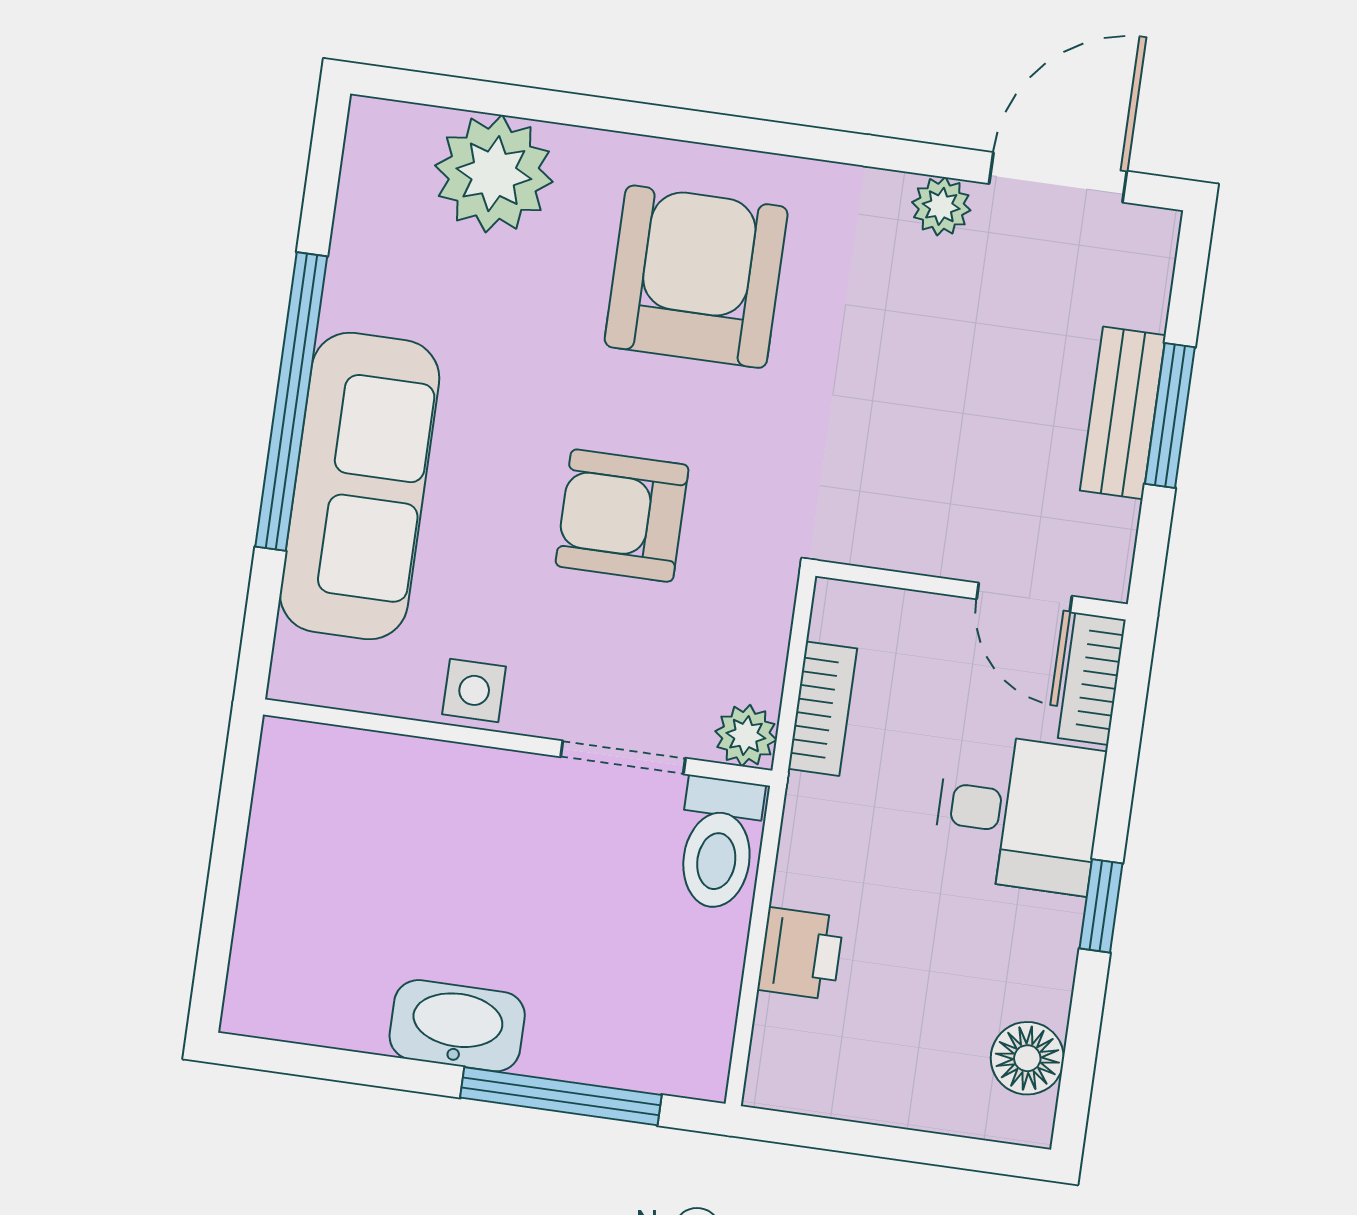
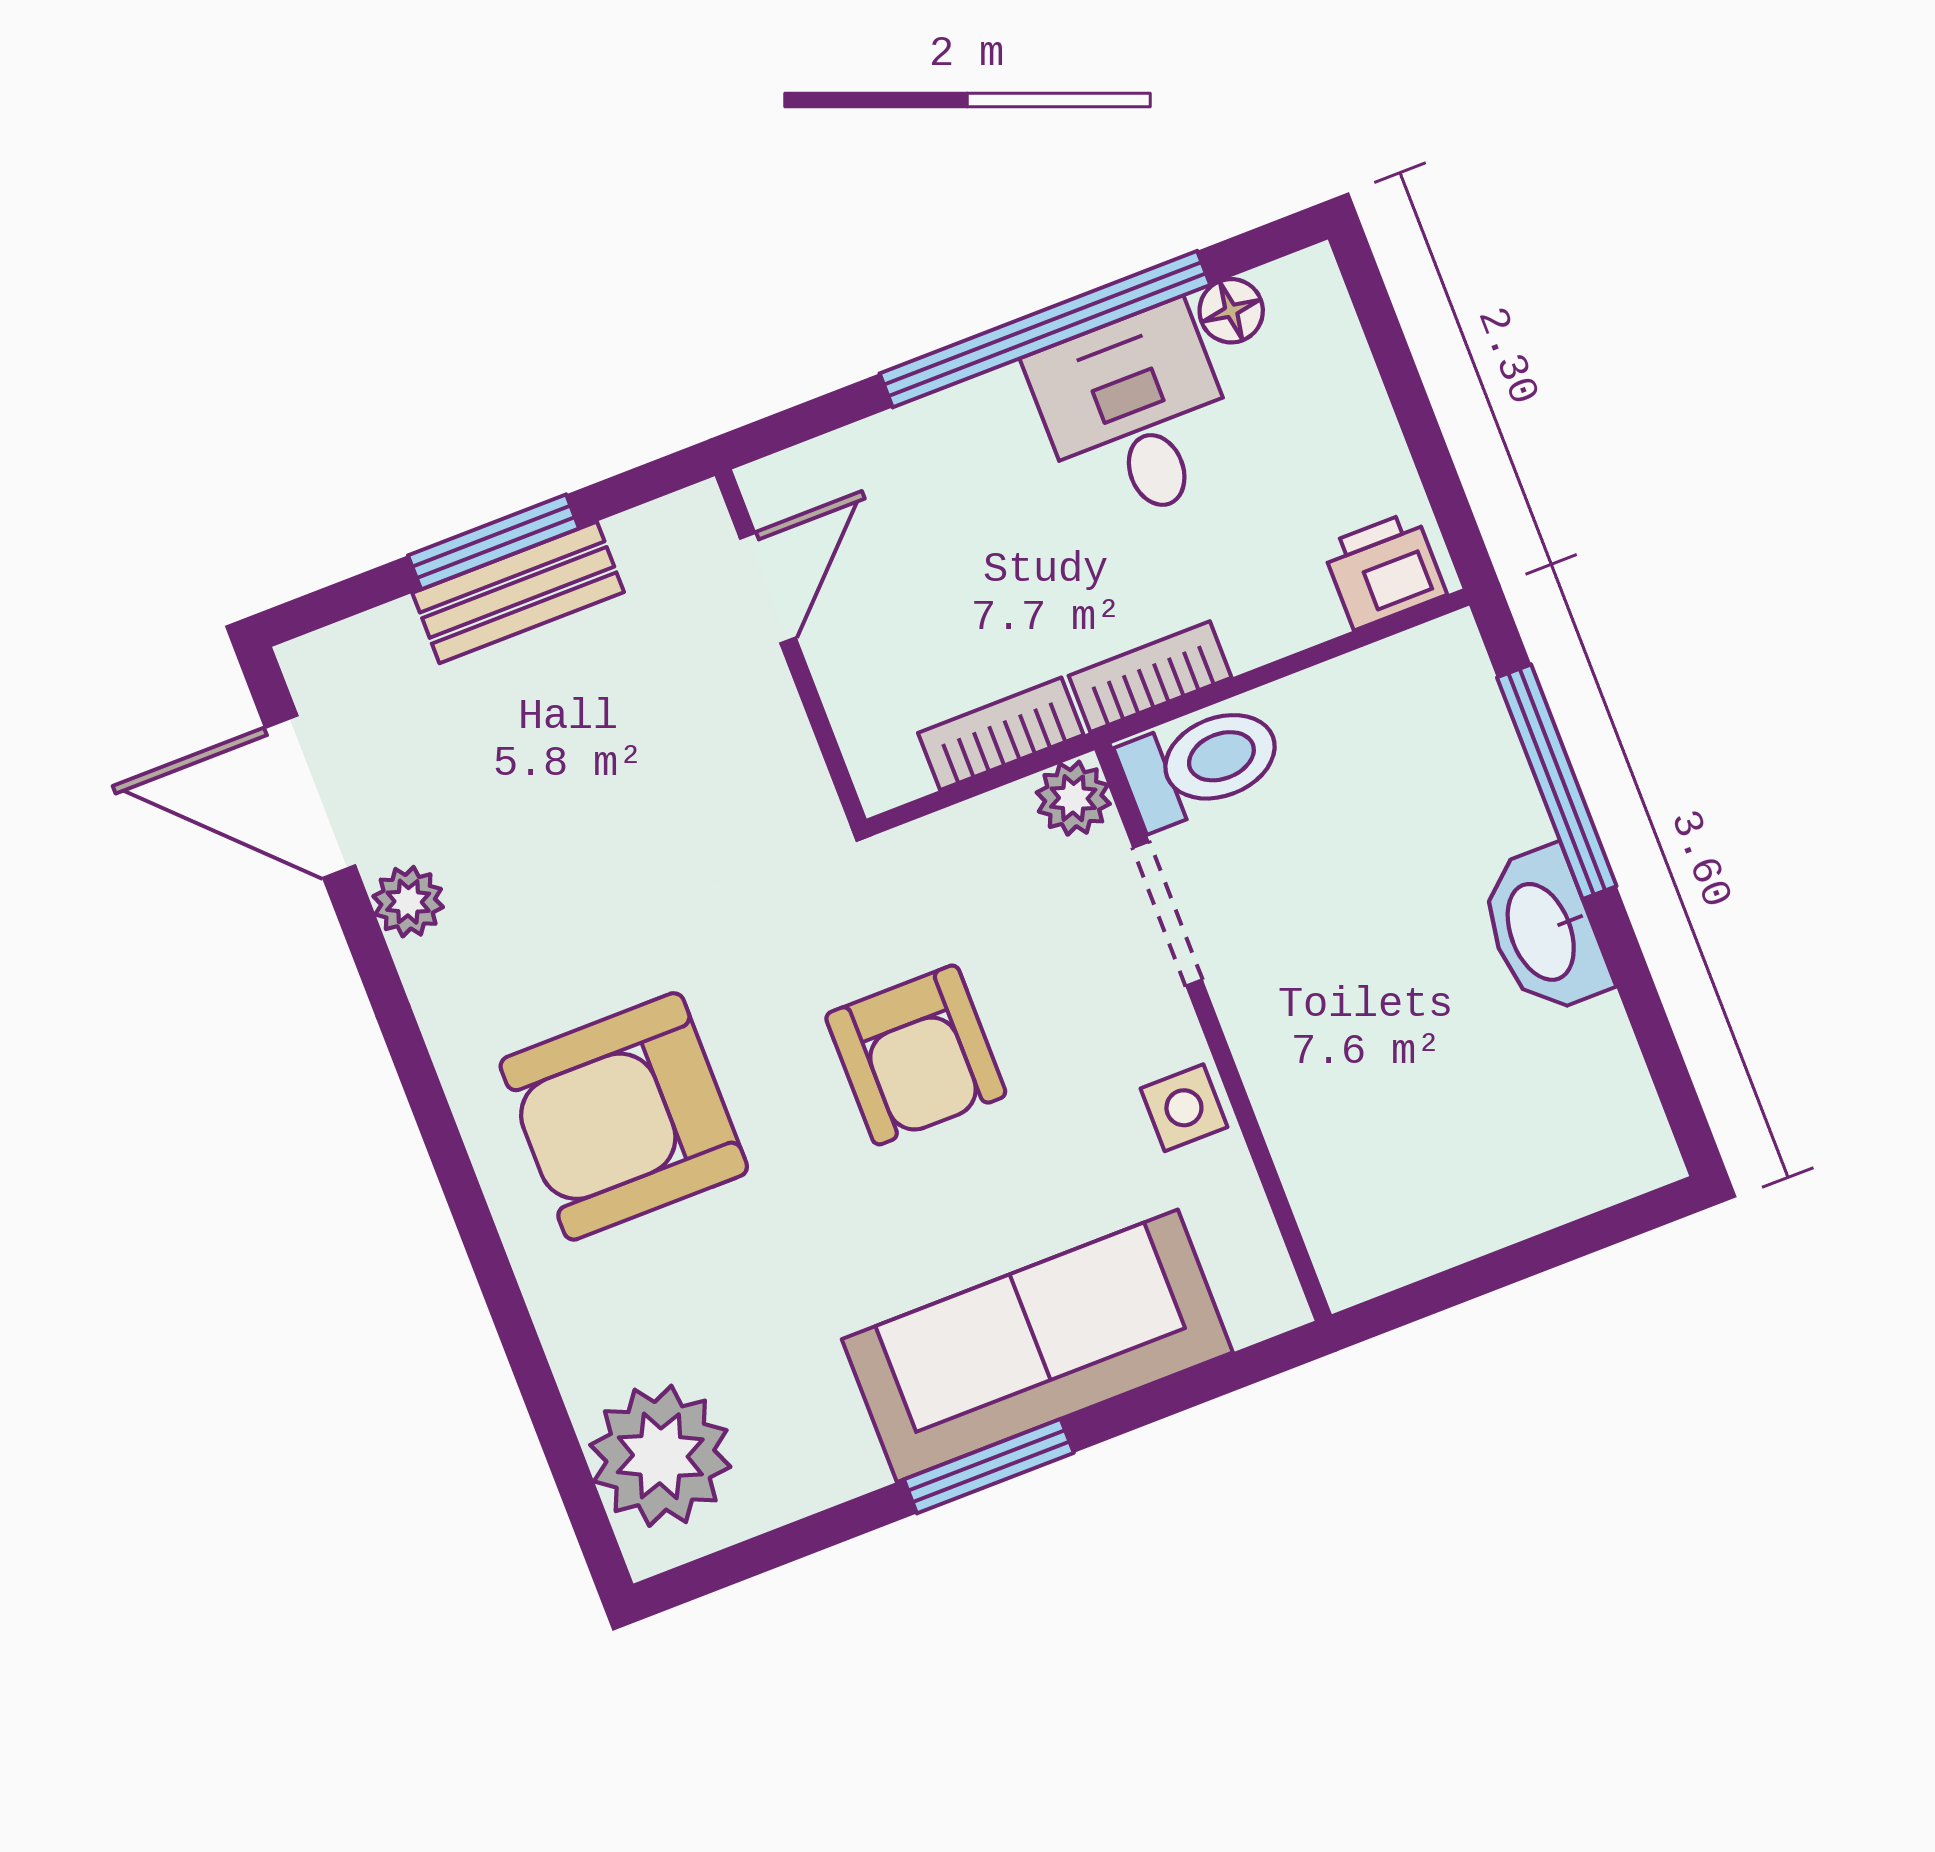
plant: (494, 174) -> (660, 1456), moved
window: (291, 401) -> (989, 1466), width x0.47
bookcase: (1092, 679) -> (1150, 677), moved, turned 180
desk: (1018, 813) -> (1136, 415), moved
window: (1101, 906) -> (1045, 329), width x3.17
printer: (801, 954) -> (1384, 570), moved
floor lamp: (1027, 1058) -> (1231, 311), width x0.73, depth x0.73

